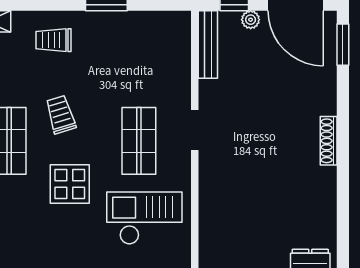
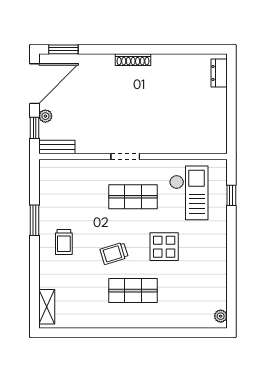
trolley: (53, 40) -> (64, 242), moved
bench: (208, 45) -> (57, 147), width x0.73
checkout: (144, 218) -> (189, 193), turned 180

